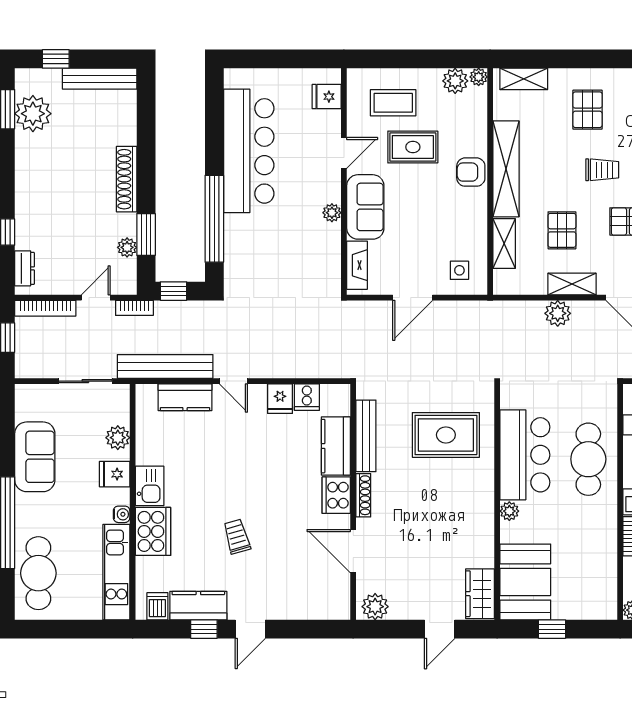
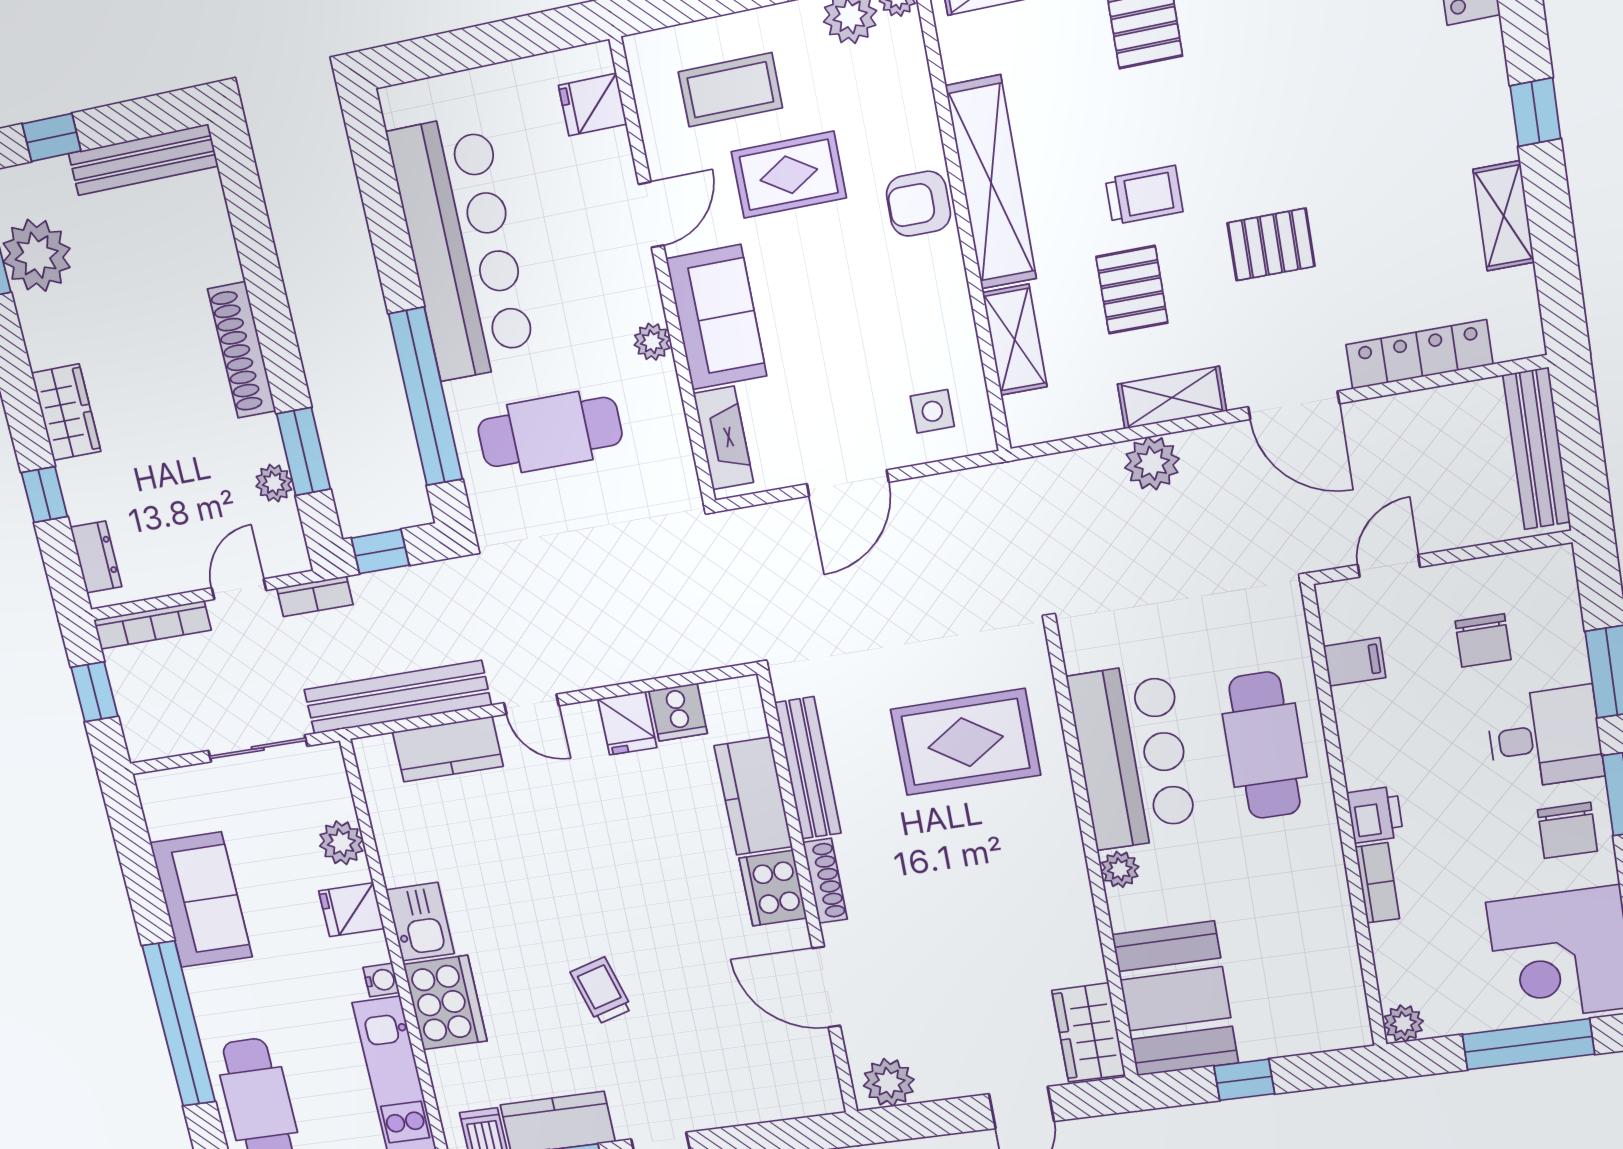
trolley: (602, 170) -> (1144, 195), moved
wardrobe: (28, 193) -> (66, 412), added
cafe table: (272, 247) -> (550, 432), added

